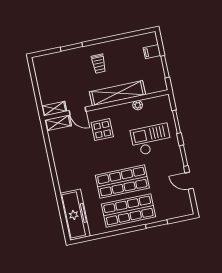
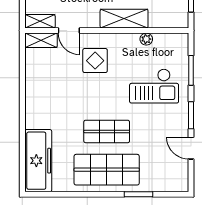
shelving: (118, 93) -> (124, 19), width x0.68
checkout: (151, 139) -> (154, 86), turned 180
shop shelf: (122, 182) -> (107, 131), width x0.70, depth x0.74

